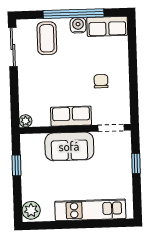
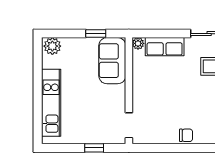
chair: (101, 81) -> (186, 135), moved
row of seats: (71, 116) -> (165, 47), moved, turned 90
sofa: (69, 146) -> (112, 61), moved

